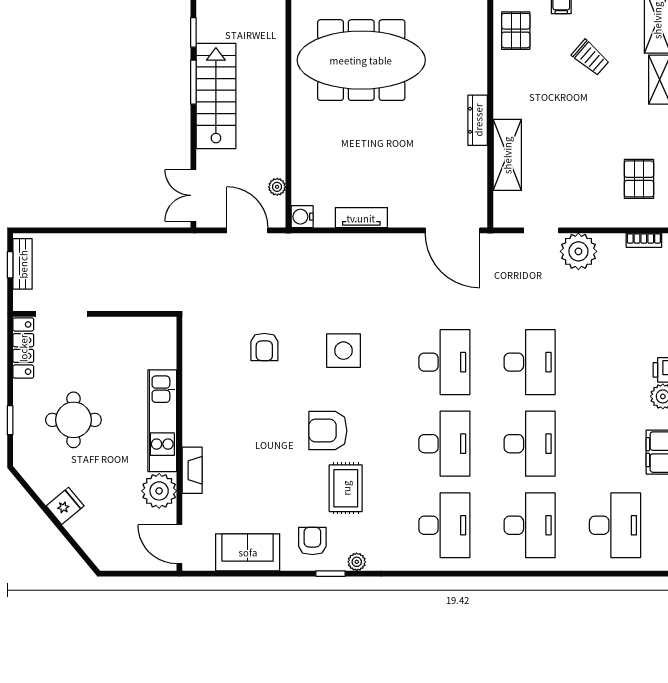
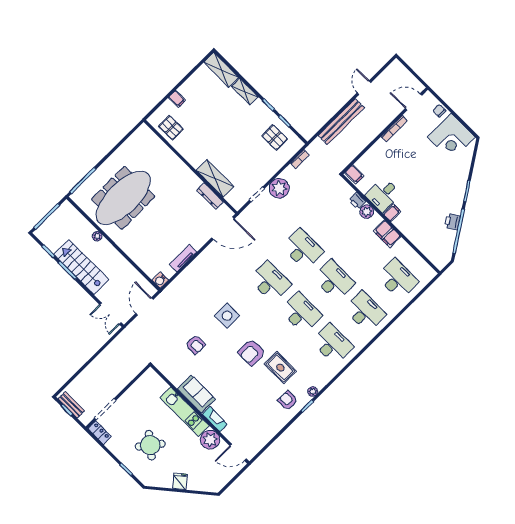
trolley: (590, 58) -> (210, 110), removed
dresser: (478, 120) -> (210, 196), moved
plant: (277, 187) -> (97, 236), moved
door: (247, 230) -> (144, 306), hinge flipped
locker: (23, 348) -> (100, 433), width x0.66
round table: (73, 420) -> (150, 445), turned 38
sofa: (248, 552) -> (196, 394), moved, turned 90

